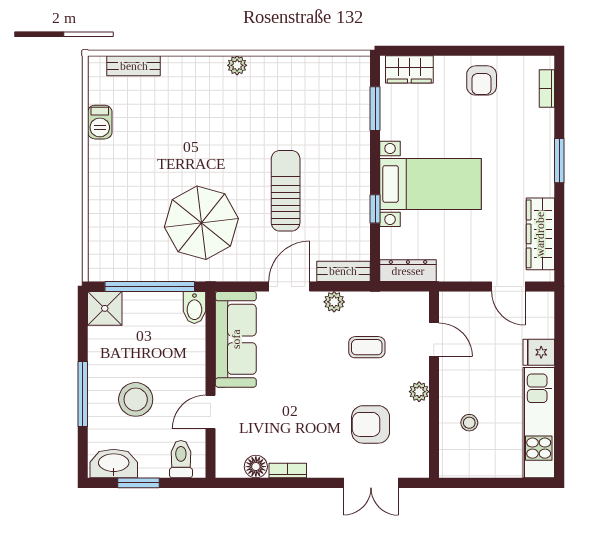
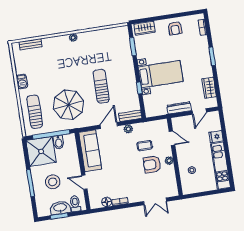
barbecue: (100, 122) -> (22, 82), moved
sun lounger: (119, 227) -> (35, 112), added
wardrobe: (540, 234) -> (209, 88), width x0.67
dresser: (408, 271) -> (179, 108), moved
door: (508, 286) -> (199, 111), hinge flipped
bidet: (194, 307) -> (59, 142), moved
shower: (105, 308) -> (41, 151), width x1.86, depth x1.86
door: (211, 412) -> (84, 182), hinge flipped
armchair: (371, 424) -> (152, 164), moved
washbasin: (114, 464) -> (60, 208), moved

